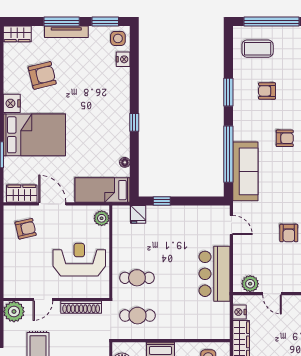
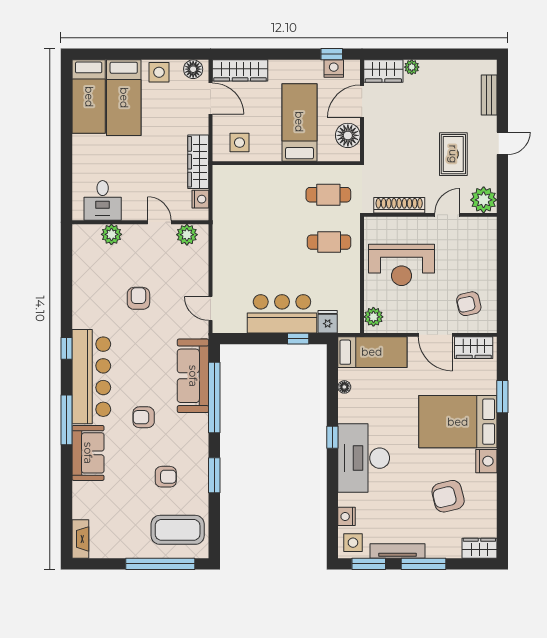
tv unit: (66, 32) -> (397, 551), moved
coffee table: (258, 49) -> (178, 530), width x1.36, depth x1.32
desk: (109, 106) -> (364, 458), added
bar counter: (215, 274) -> (282, 314), moved, turned -90

